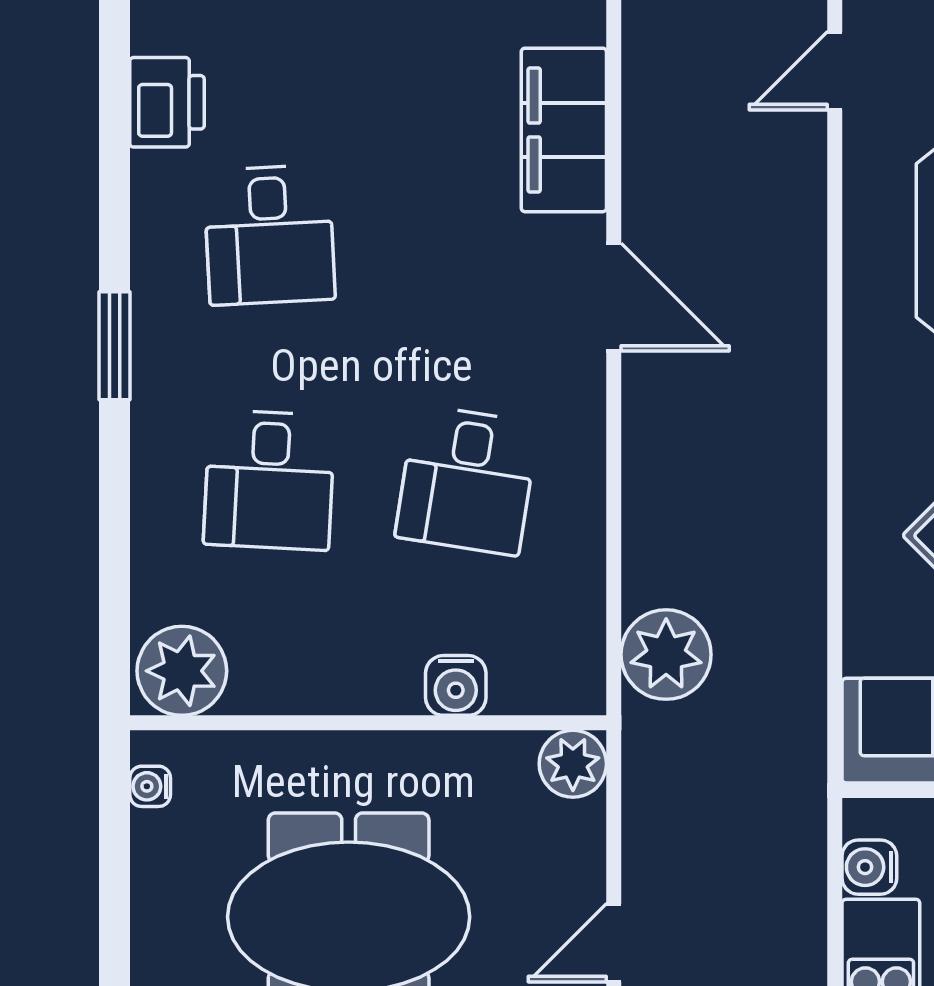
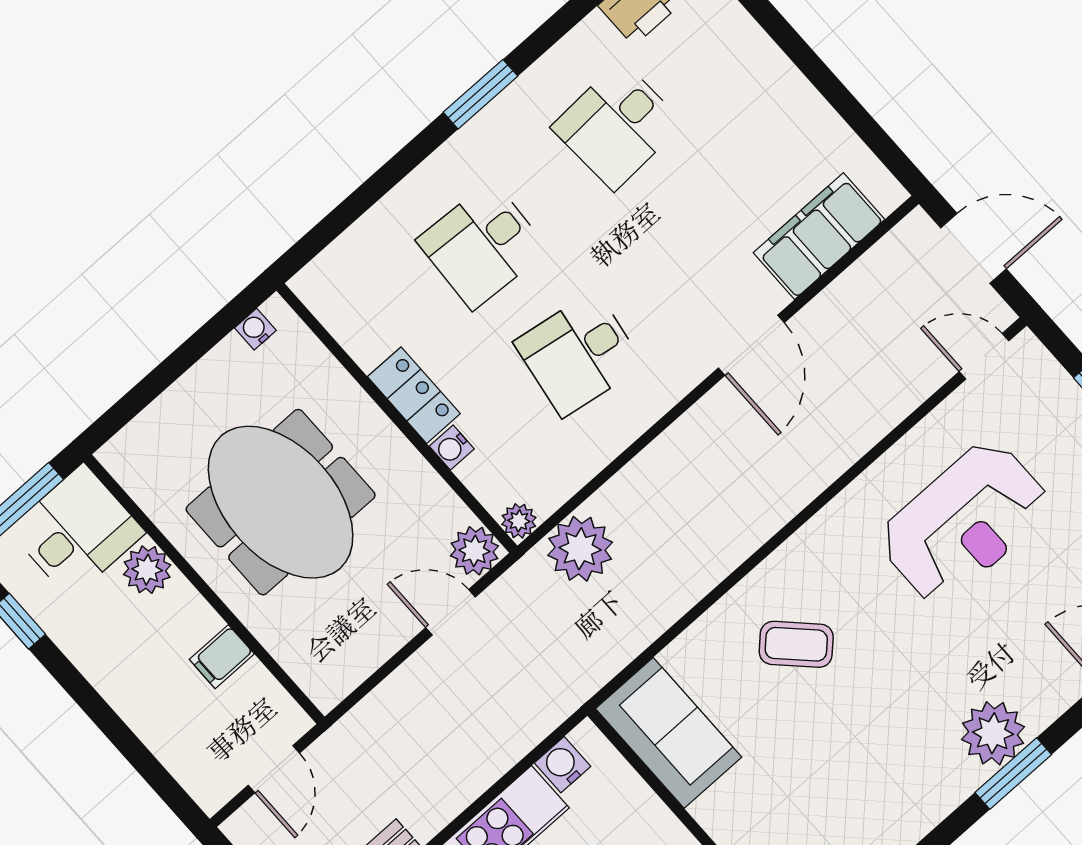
plant: (182, 671) -> (519, 521), moved, width x0.53, depth x0.53
locker: (360, 685) -> (414, 395), added
water cooler: (456, 685) -> (452, 448), width x0.72, depth x0.72
door: (614, 943) -> (451, 612), moved

